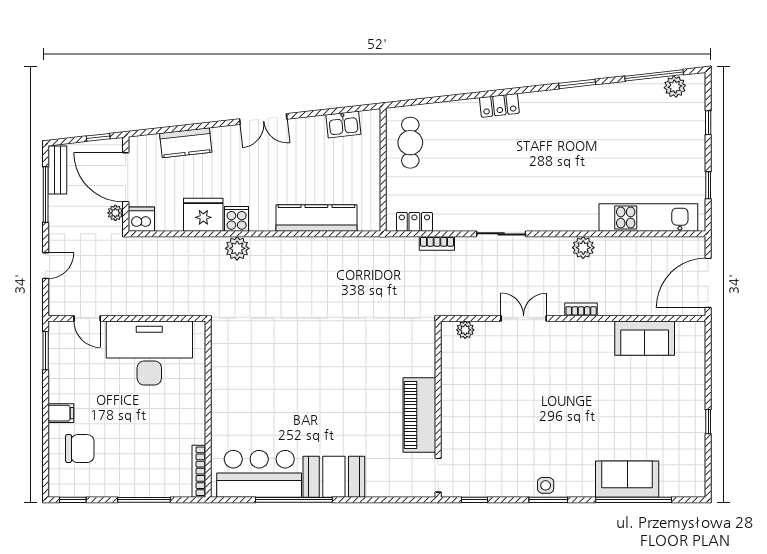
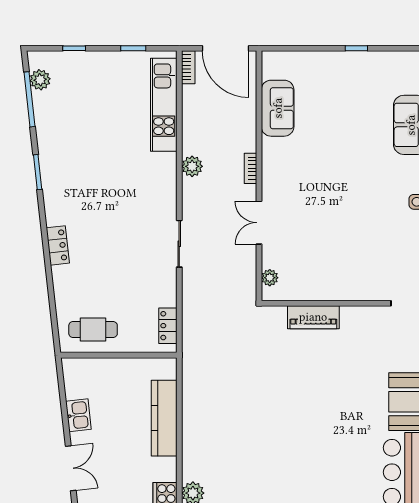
kitchen sink: (343, 125) -> (78, 415), moved
bookcase: (437, 243) -> (188, 67), moved
piano: (419, 415) -> (313, 317), moved, width x0.73, depth x0.75

